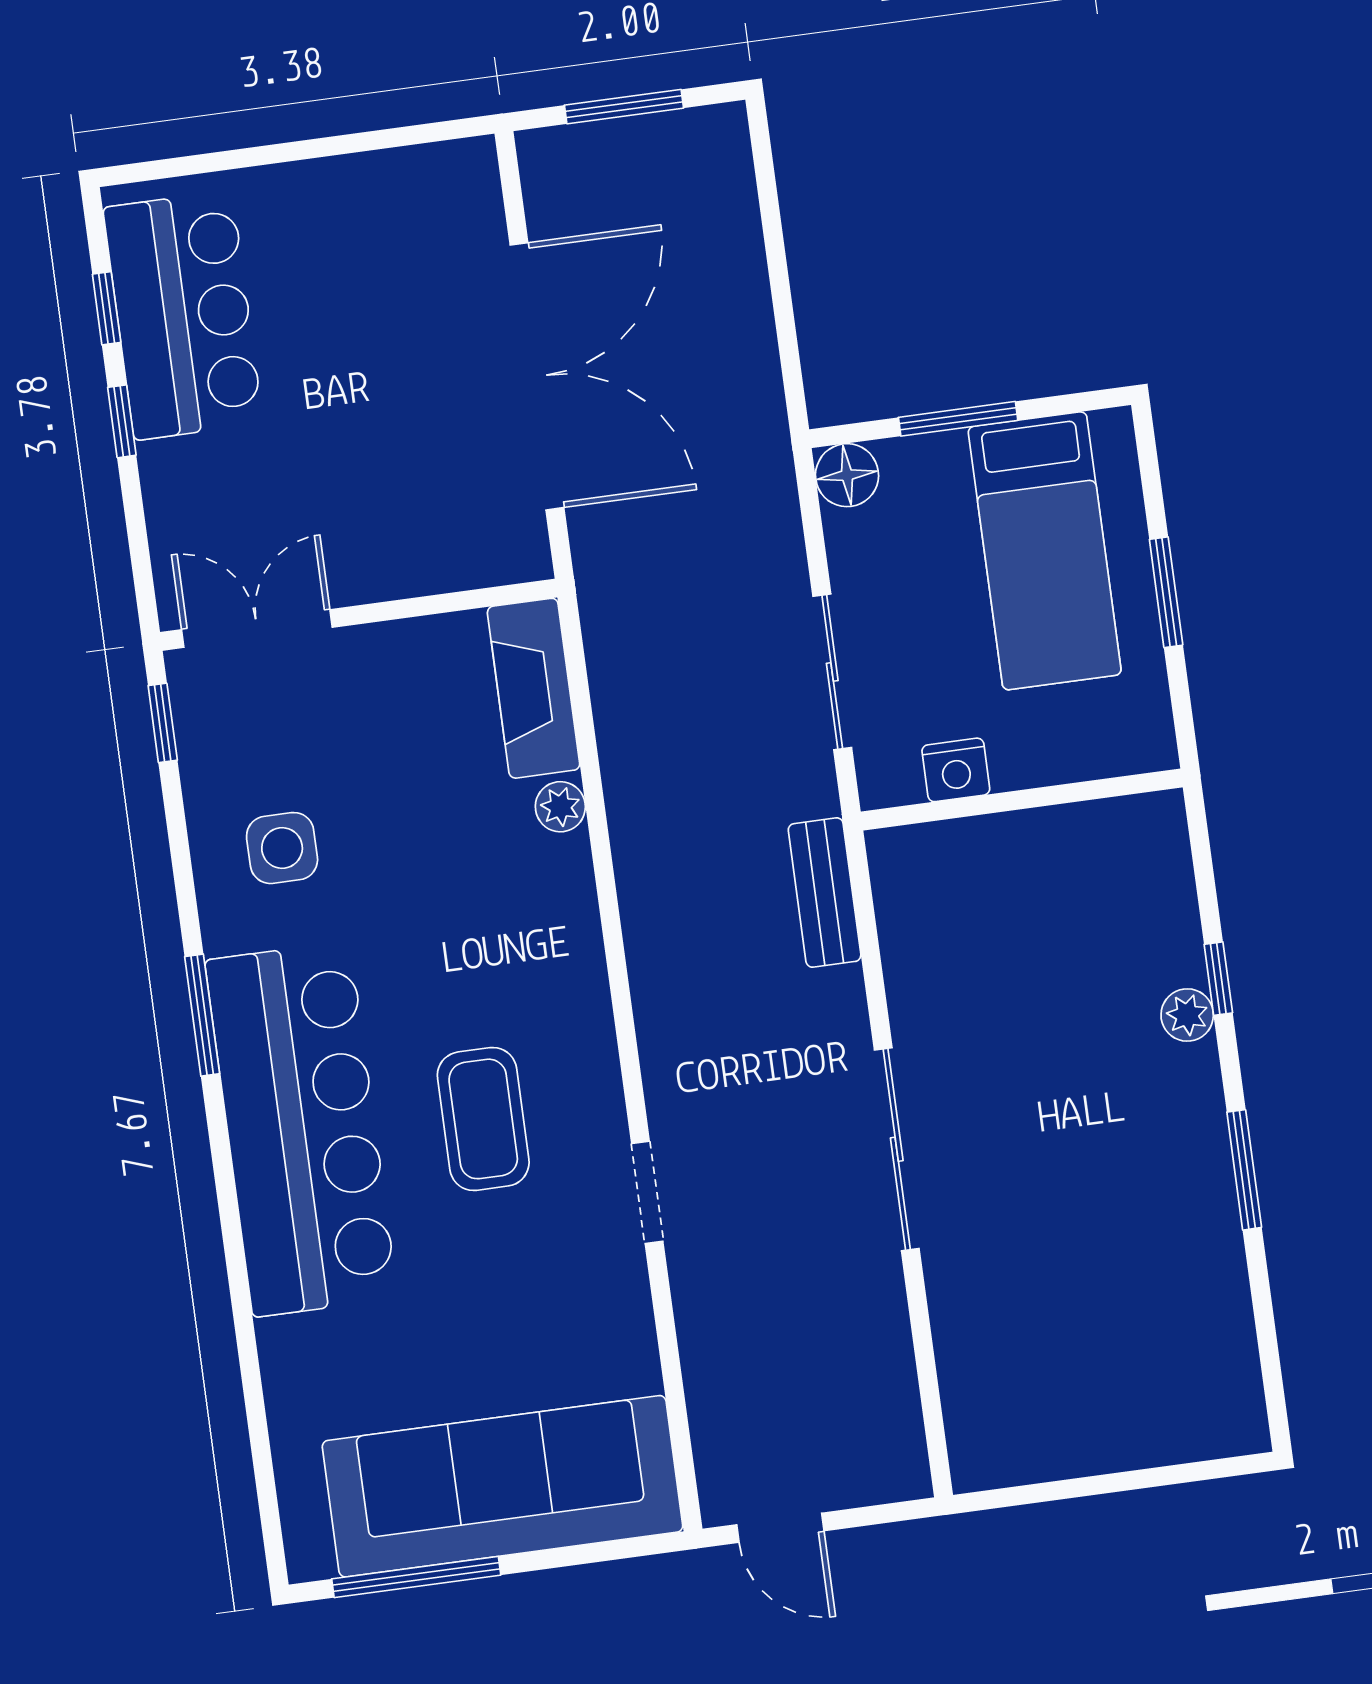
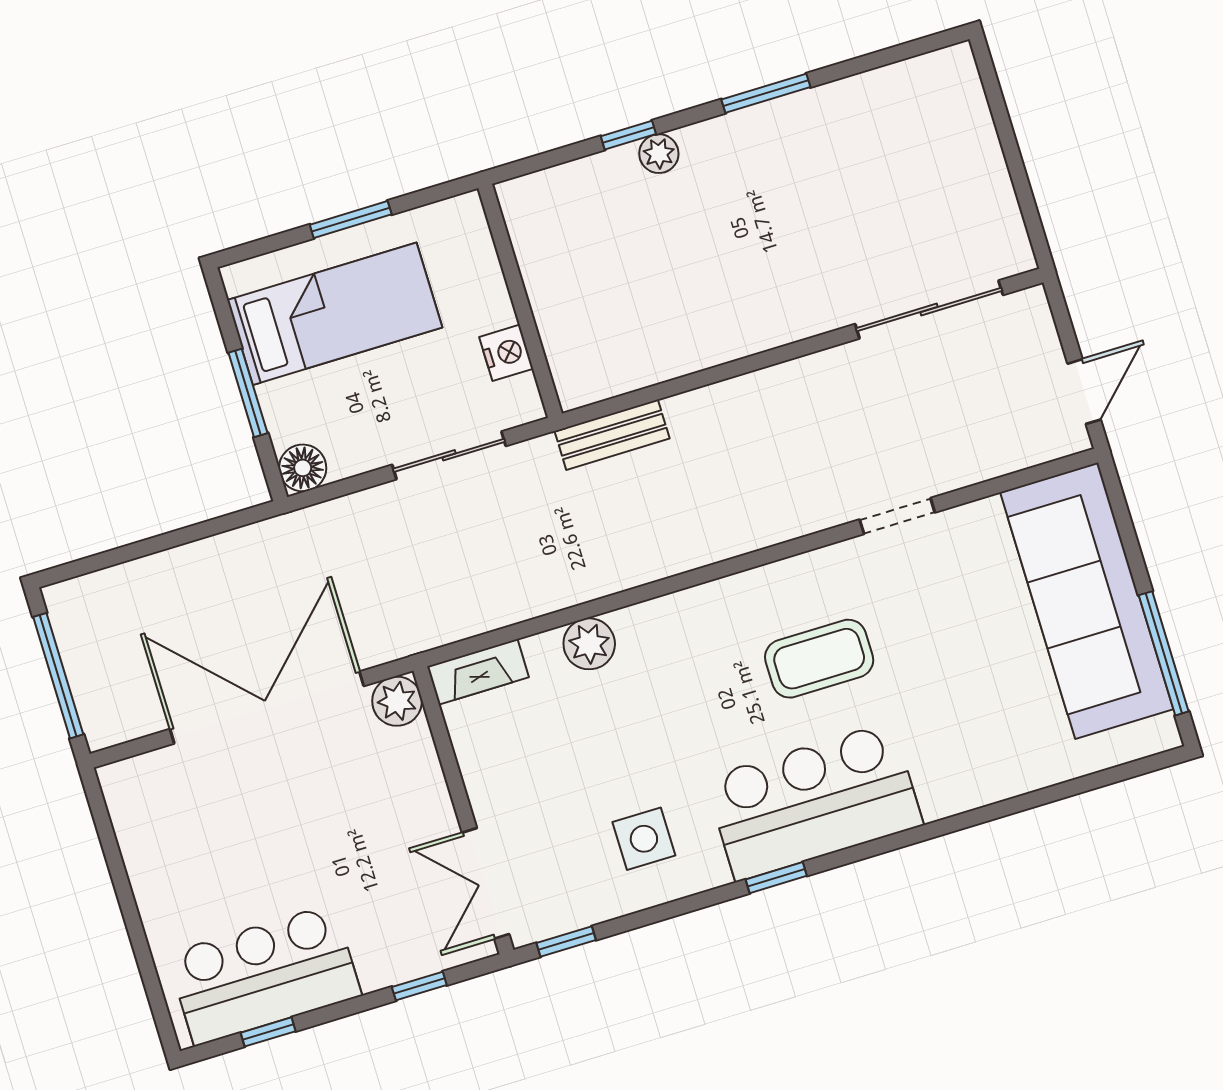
window: (624, 107) -> (58, 676), width x1.44
window: (122, 421) -> (419, 986), moved
plant: (517, 550) -> (397, 701), added
fireplace: (534, 688) -> (478, 672), width x0.73, depth x0.76
plant: (560, 807) -> (589, 644), width x1.38, depth x1.38
window: (202, 1015) -> (776, 878), width x0.67
bar counter: (301, 1129) -> (814, 802), width x0.73
sliding door: (897, 1149) -> (929, 310), moved
doorway: (647, 1192) -> (897, 516), moved

